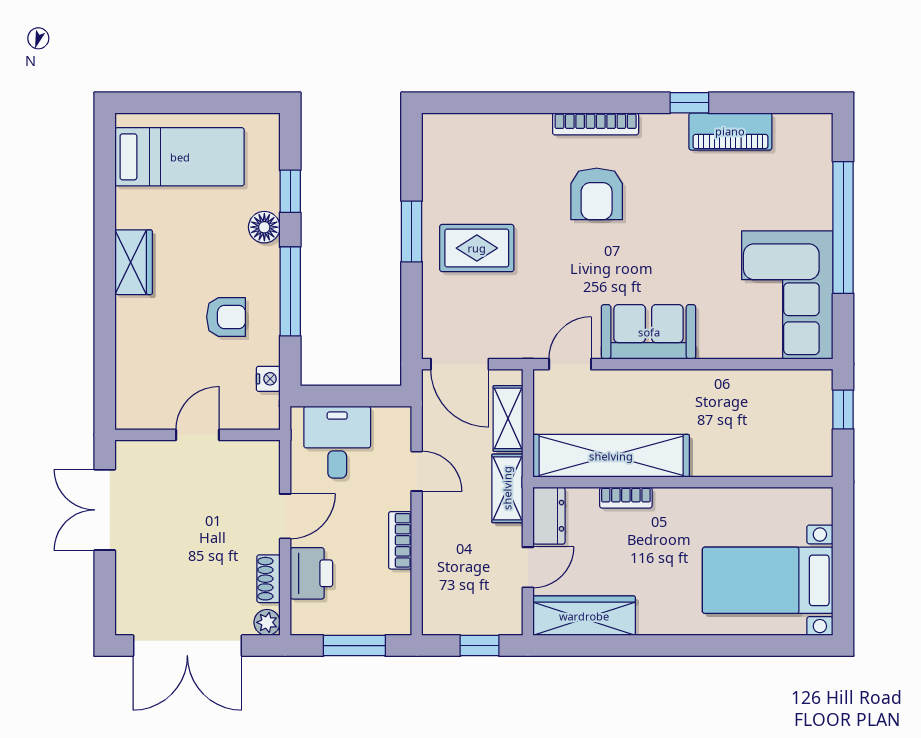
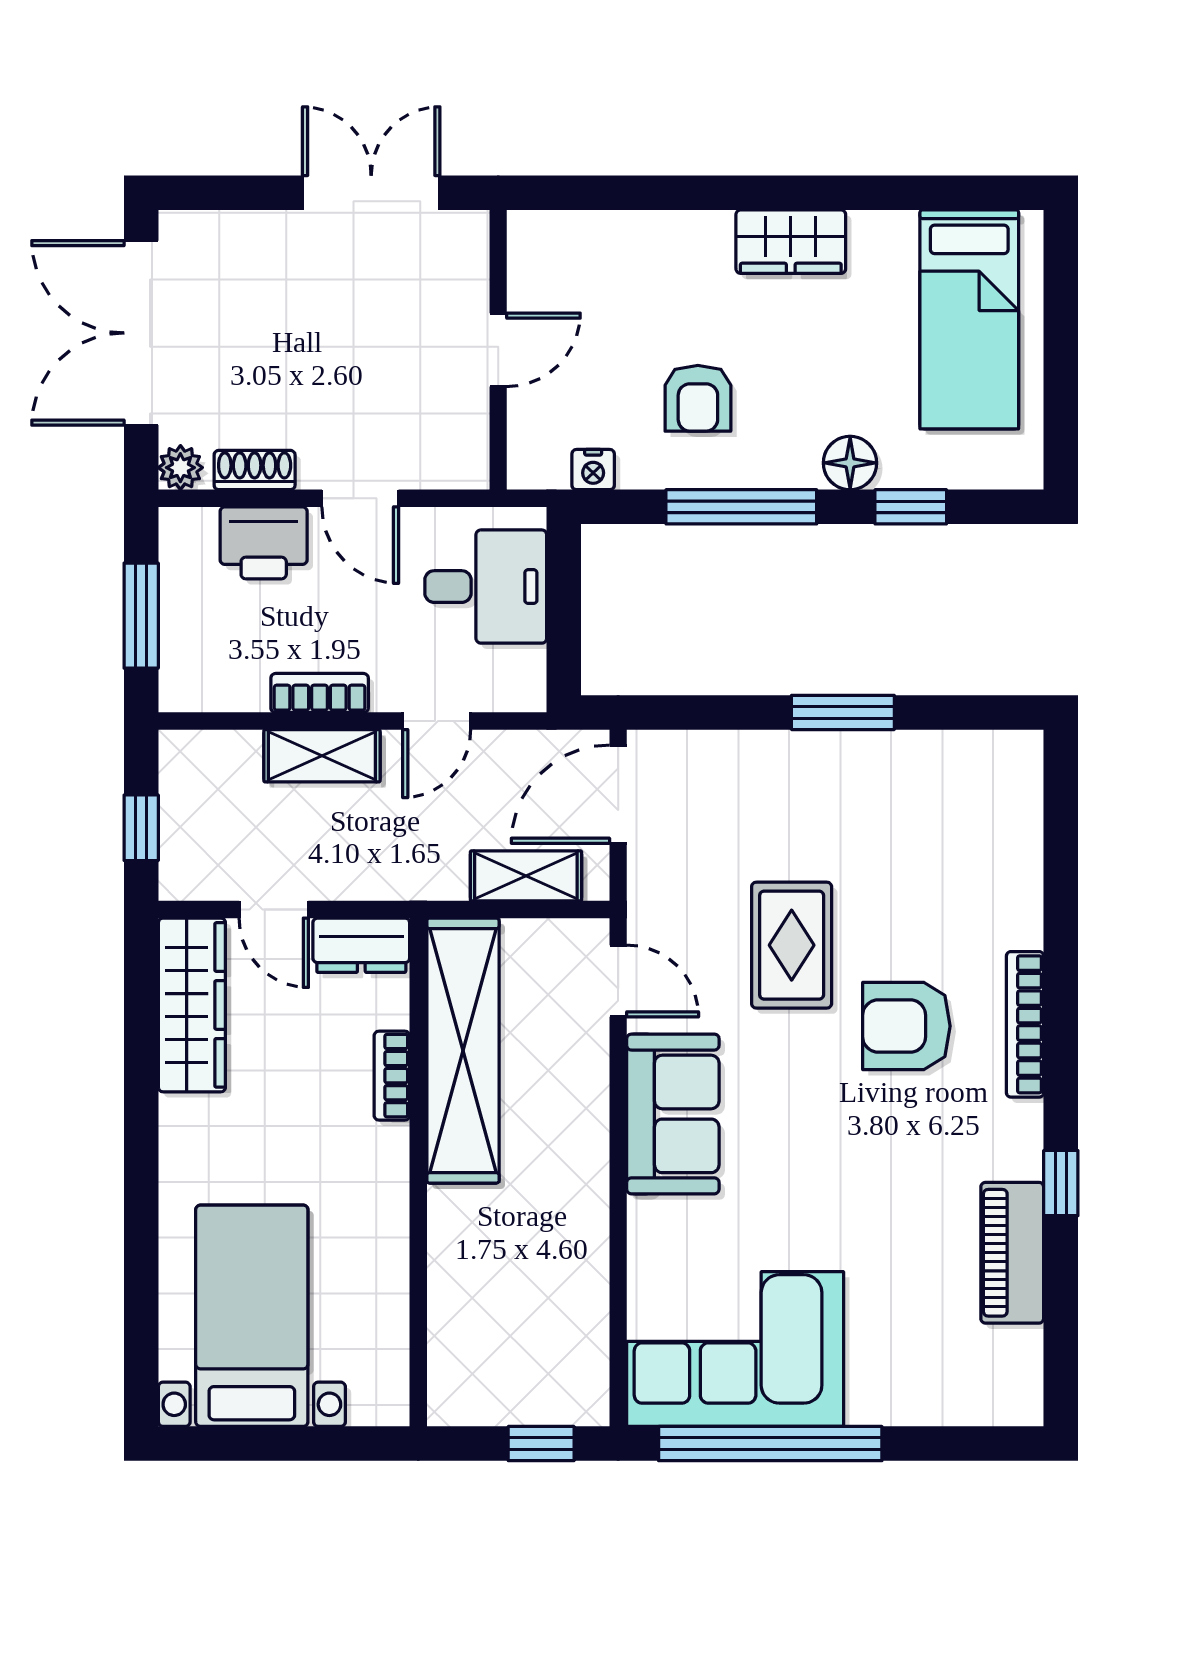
window: (843, 227) -> (770, 1444), moved
rug: (477, 248) -> (792, 945), moved
door: (197, 435) -> (498, 350), hinge flipped
shelving: (507, 488) -> (322, 756), moved

